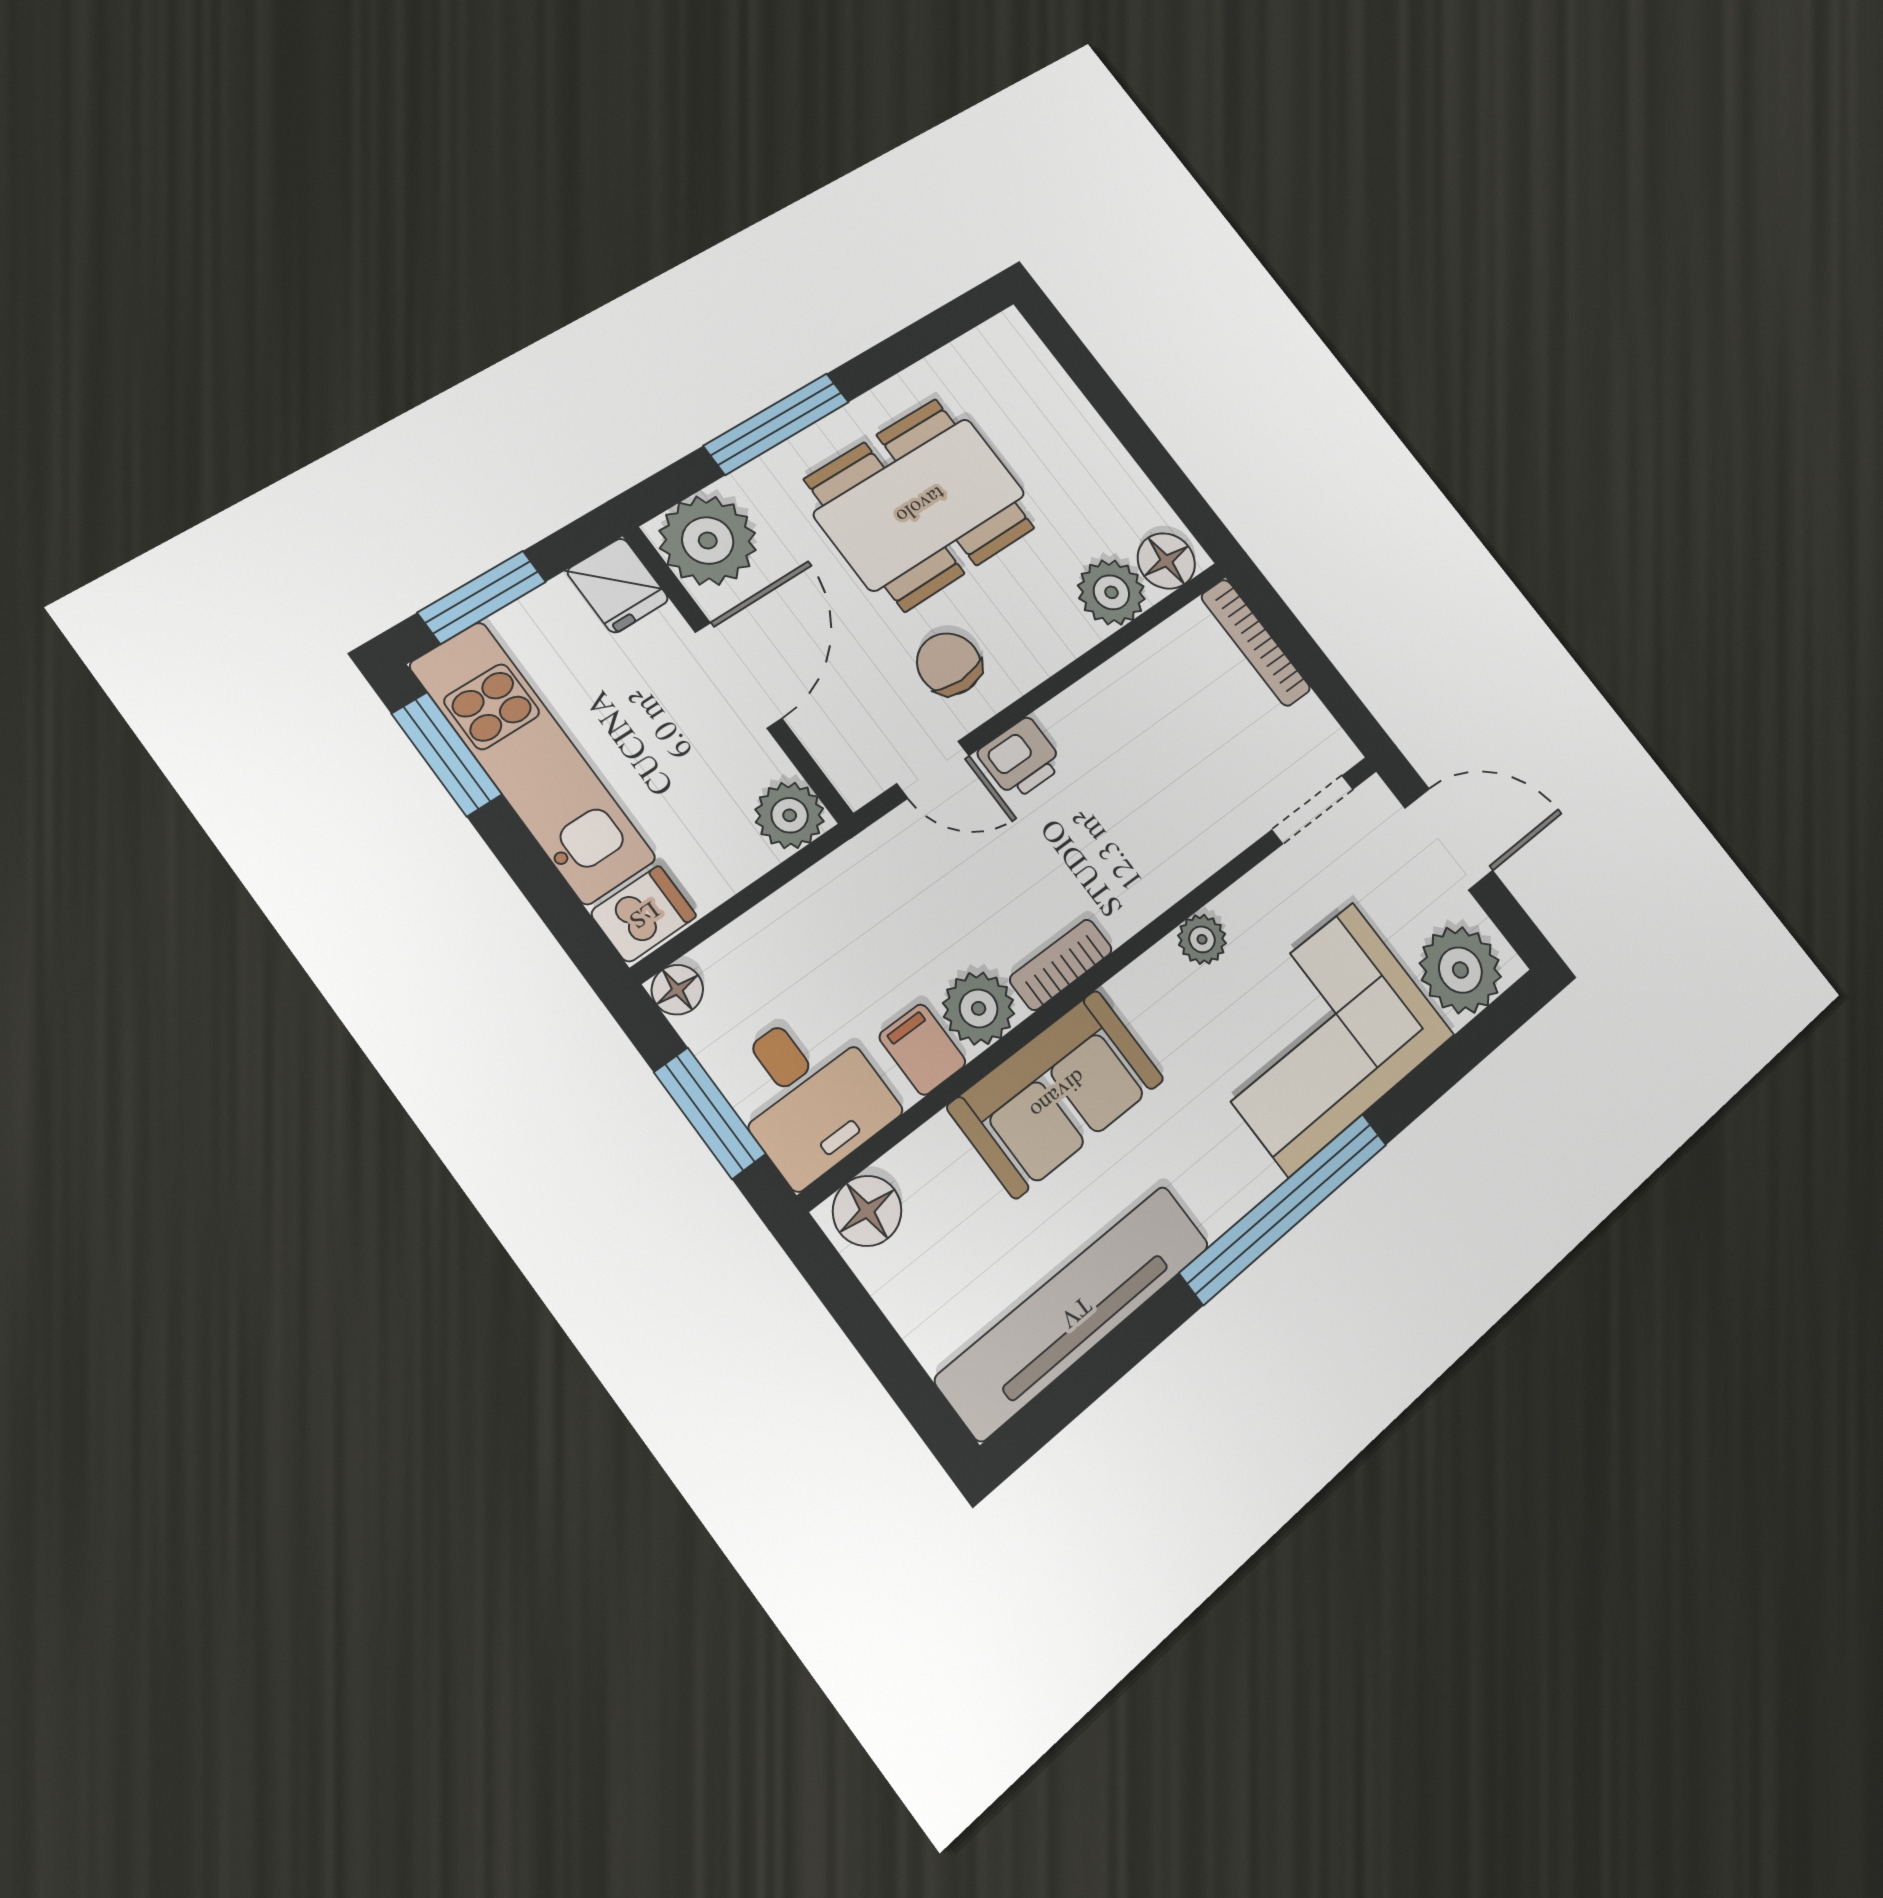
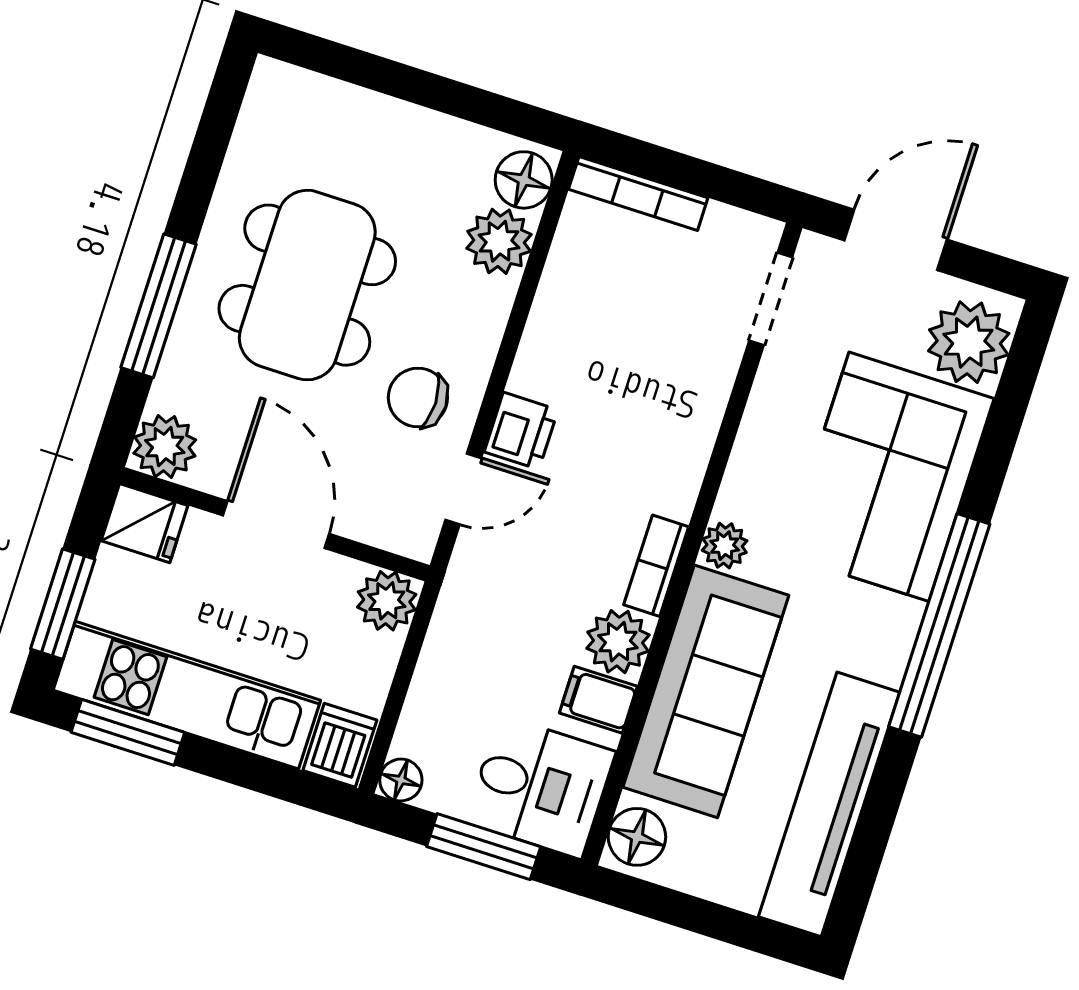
plant: (708, 541) -> (165, 447), width x0.73, depth x0.73
plant: (1202, 939) -> (725, 546), moved
sofa: (1057, 1093) -> (706, 691), width x1.36

